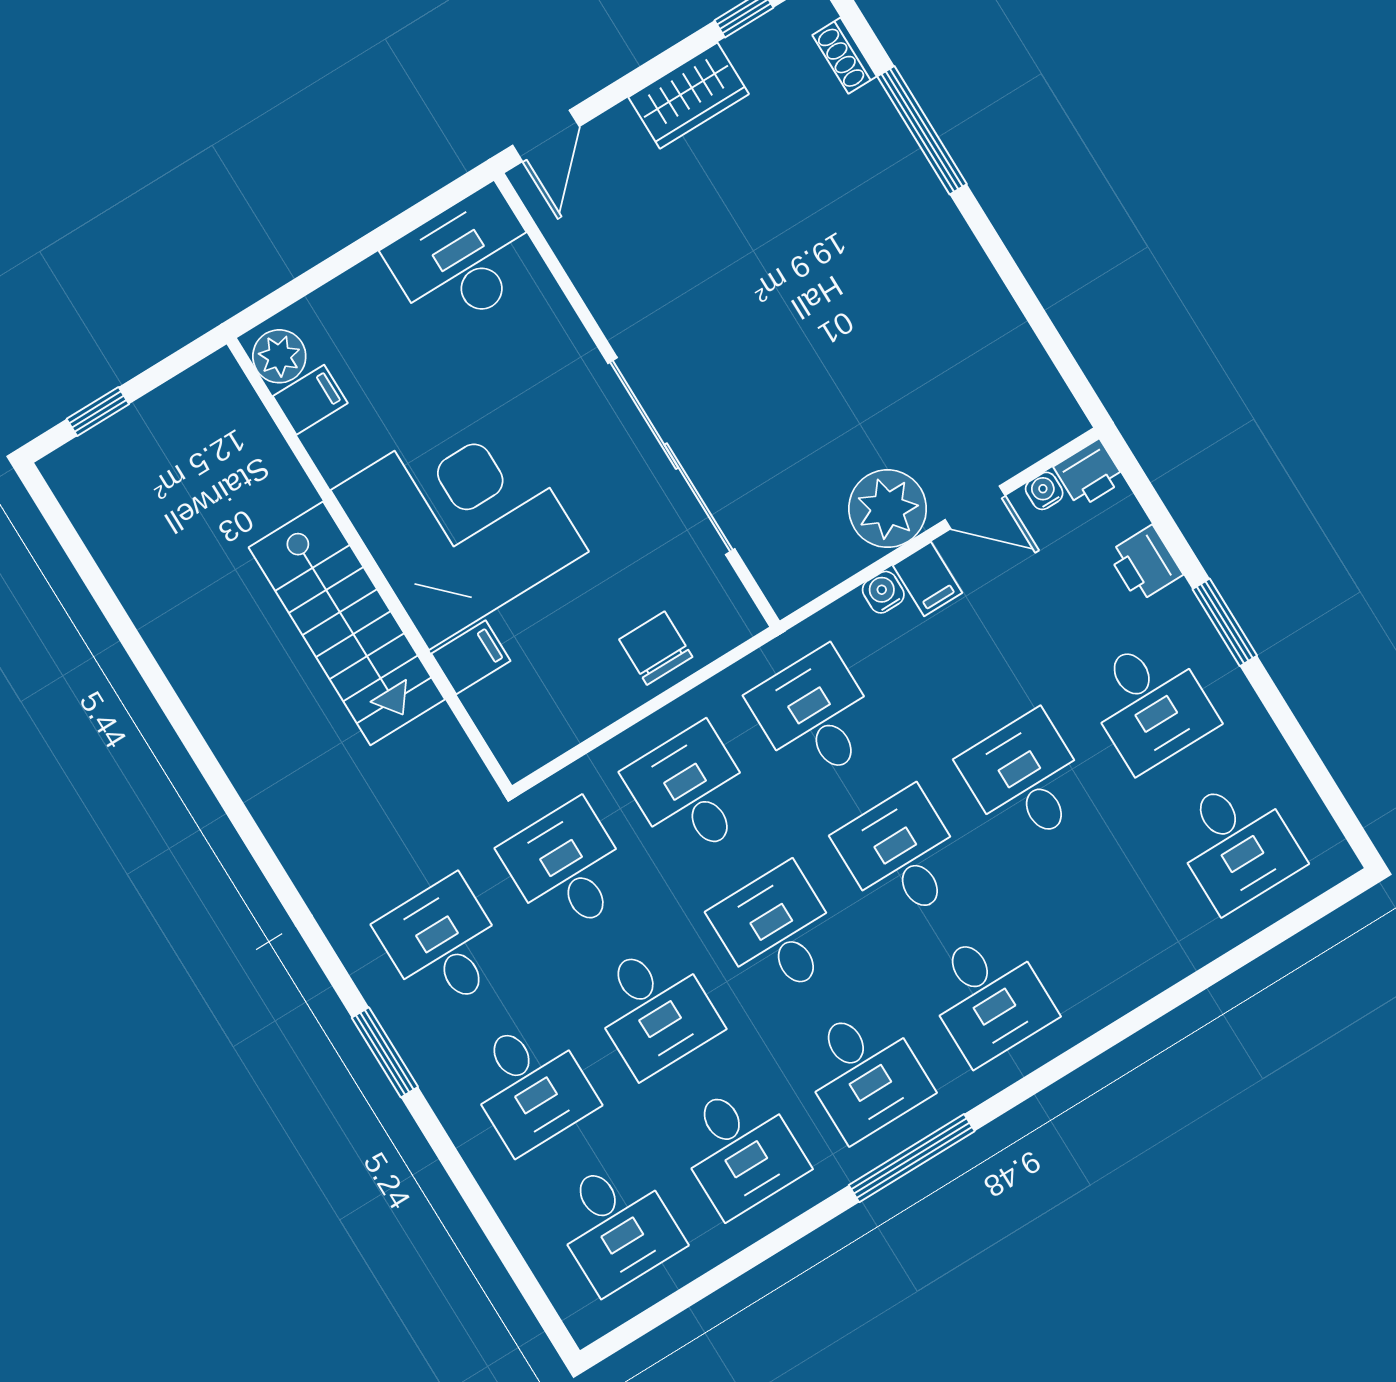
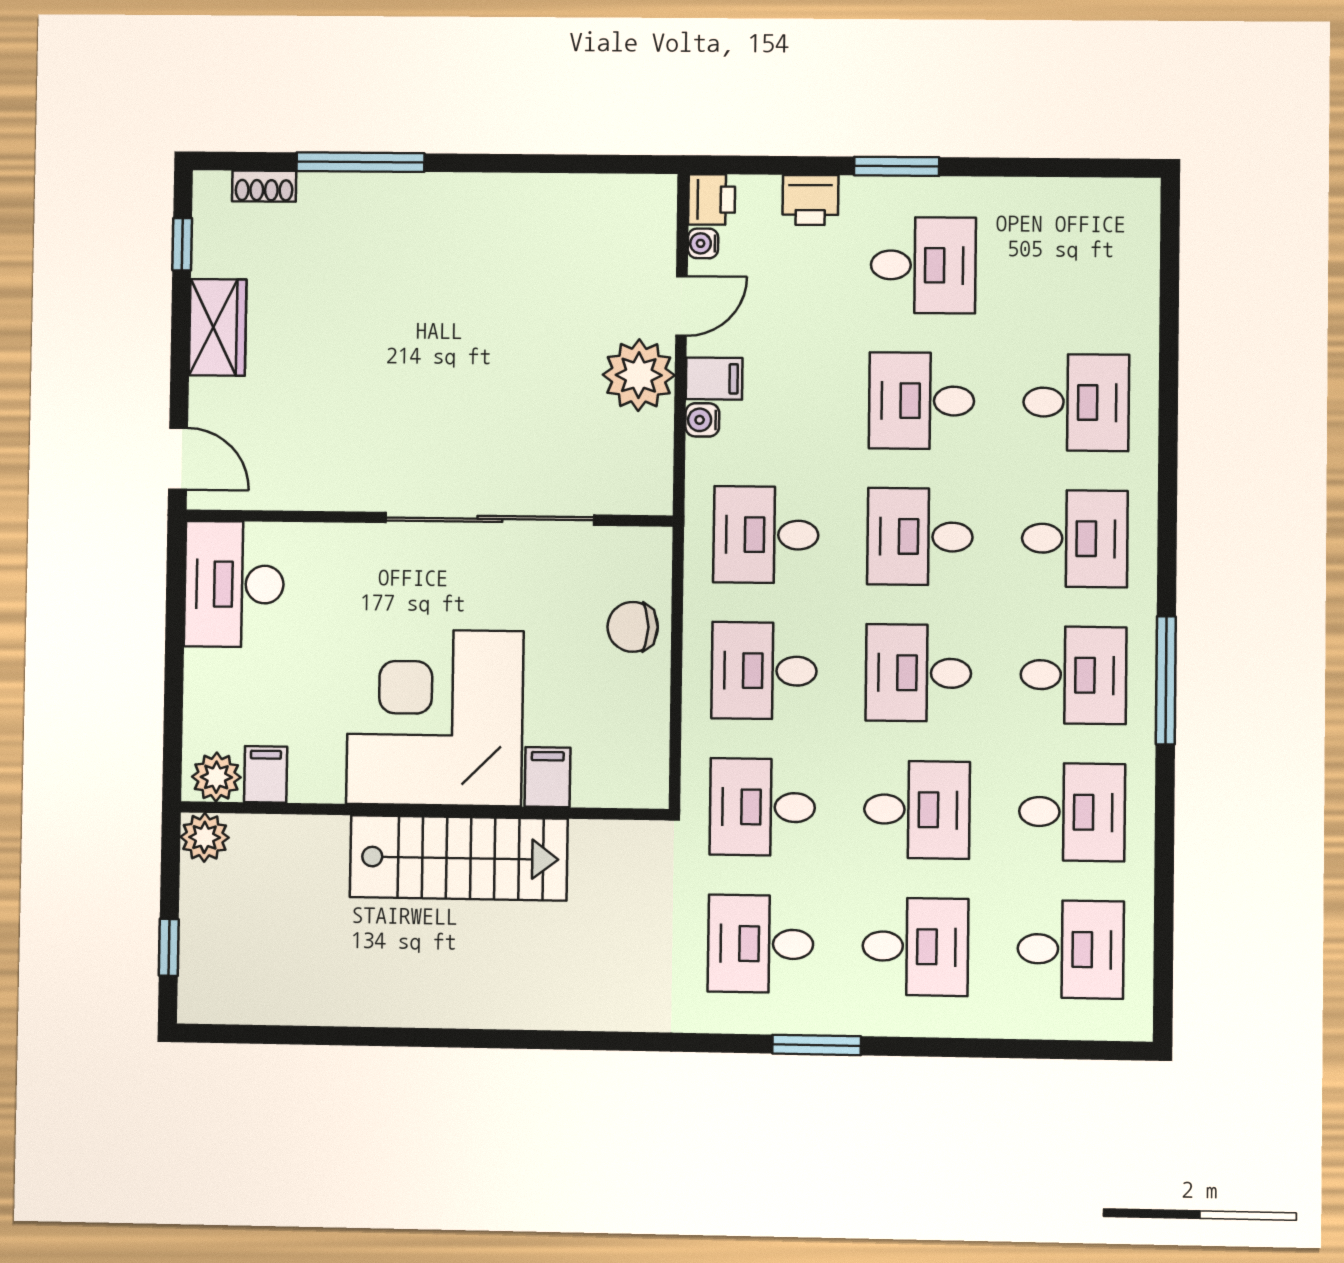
plant: (218, 380) -> (205, 837), added
desk: (1236, 844) -> (1076, 402), moved

